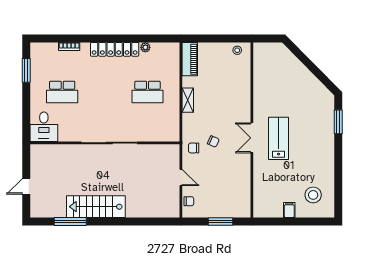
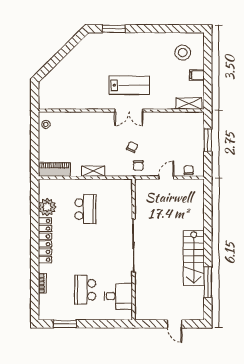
plant: (145, 47) -> (47, 207), width x1.88, depth x1.88
school desk: (62, 92) -> (85, 290), turned 180
desk: (44, 127) -> (118, 296), moved
lab bench: (279, 138) -> (129, 85), turned 180
shelving: (259, 201) -> (189, 103), added

